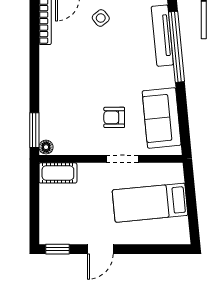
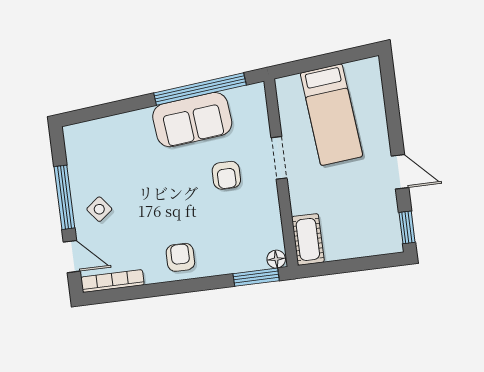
tv unit: (162, 36) -> (112, 126), removed
window: (176, 47) -> (200, 89), moved
armchair: (56, 75) -> (180, 257), added
sofa: (162, 118) -> (192, 120), moved

